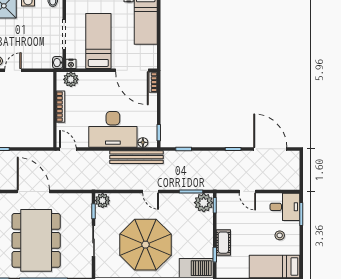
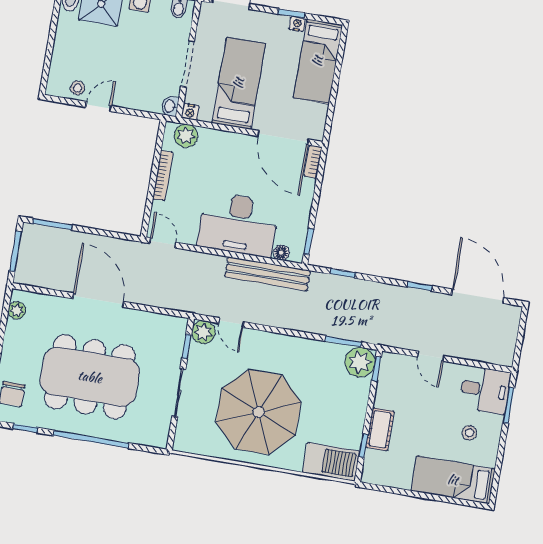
door: (151, 192) -> (231, 323), moved
dining table: (36, 240) -> (90, 377), turned 90

